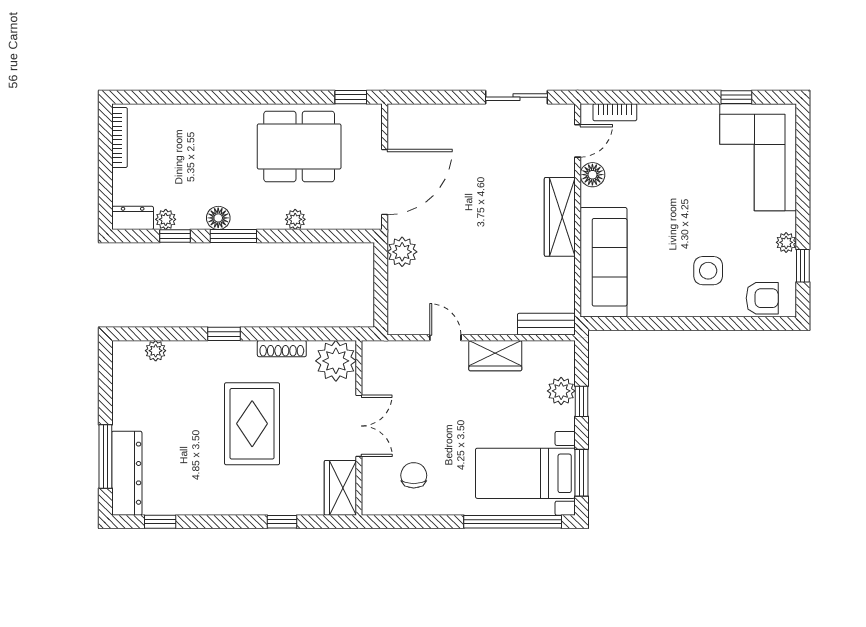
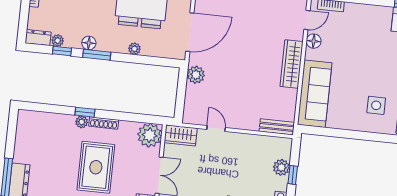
shoe rack: (282, 349) -> (104, 123), moved
plant: (156, 351) -> (82, 122), moved
wardrobe: (495, 356) -> (181, 135), moved

